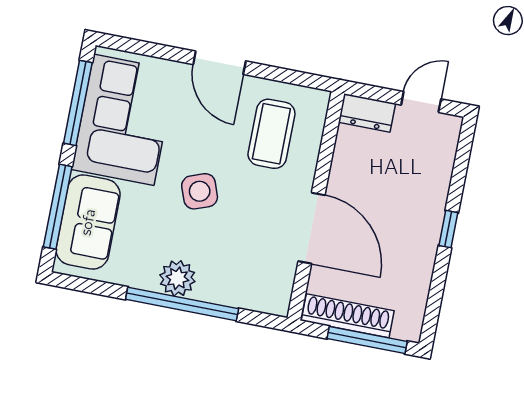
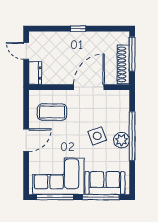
side table: (200, 191) -> (97, 136), moved

